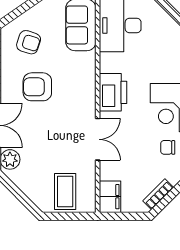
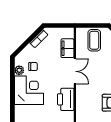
double door: (98, 139) -> (75, 71), swing flipped
filing cabinet: (110, 197) -> (67, 48), moved

